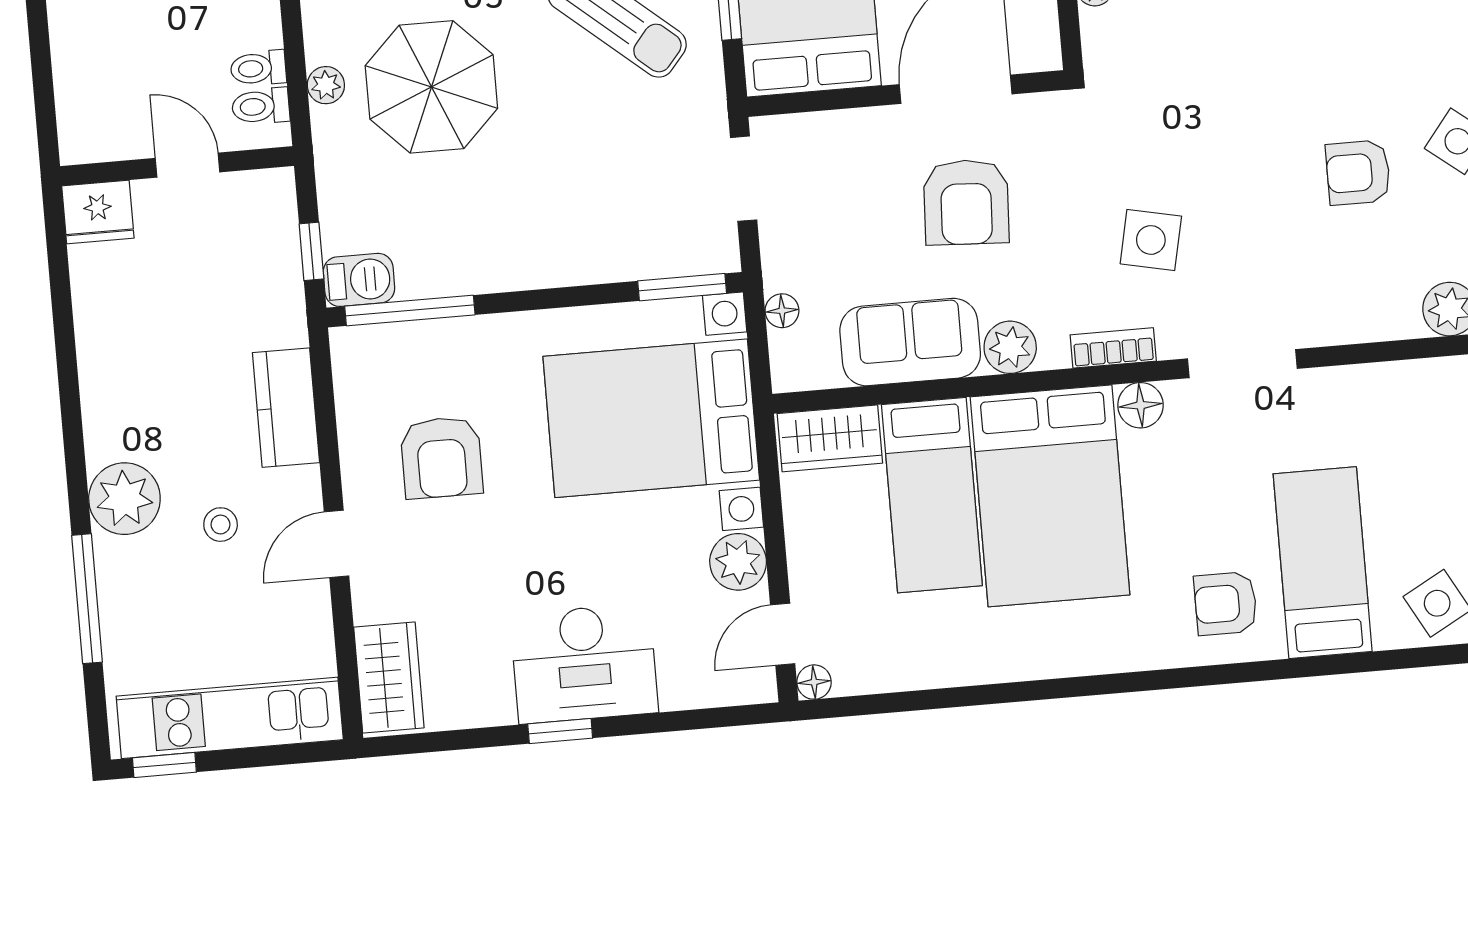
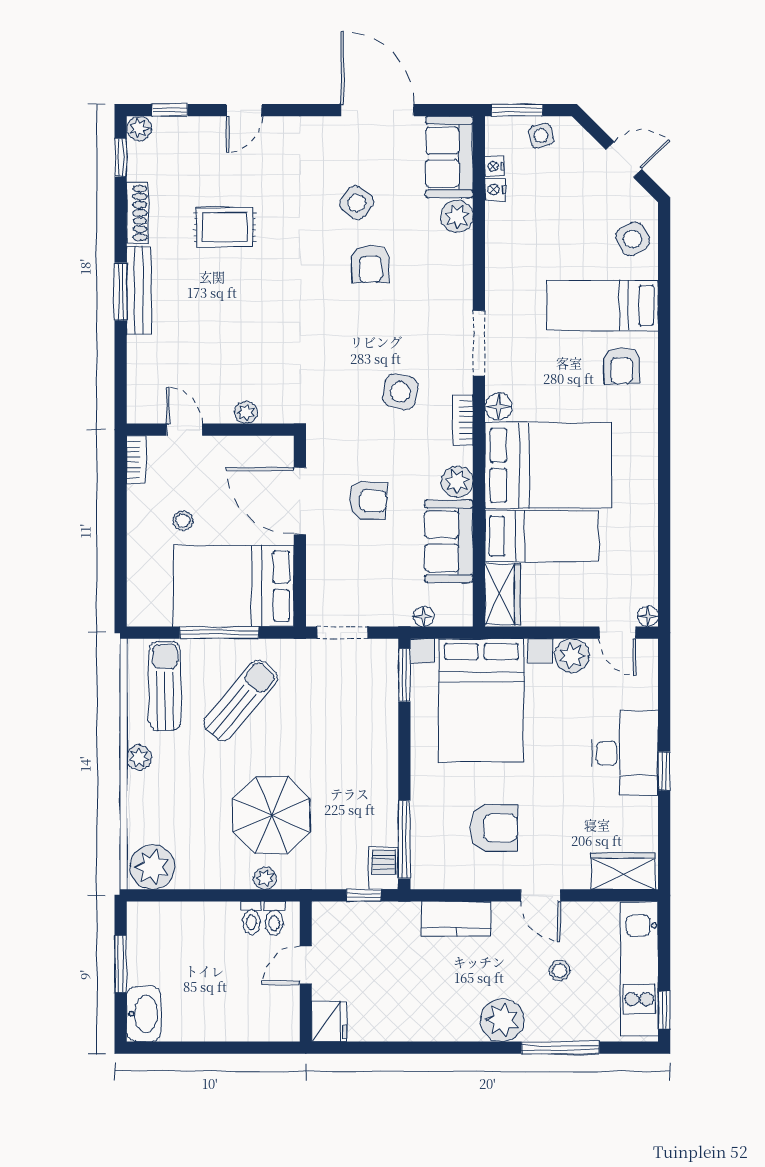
armchair: (966, 202) -> (368, 500), width x0.72, depth x0.72
stool: (221, 525) -> (560, 971), moved

